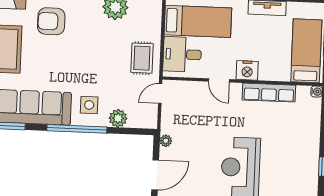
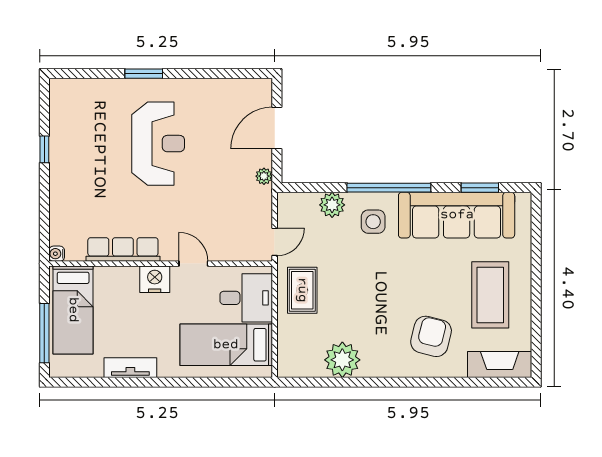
armchair: (51, 21) -> (431, 336), turned -76

